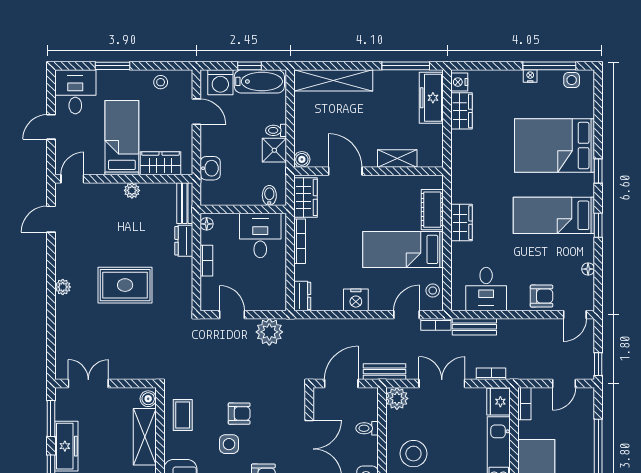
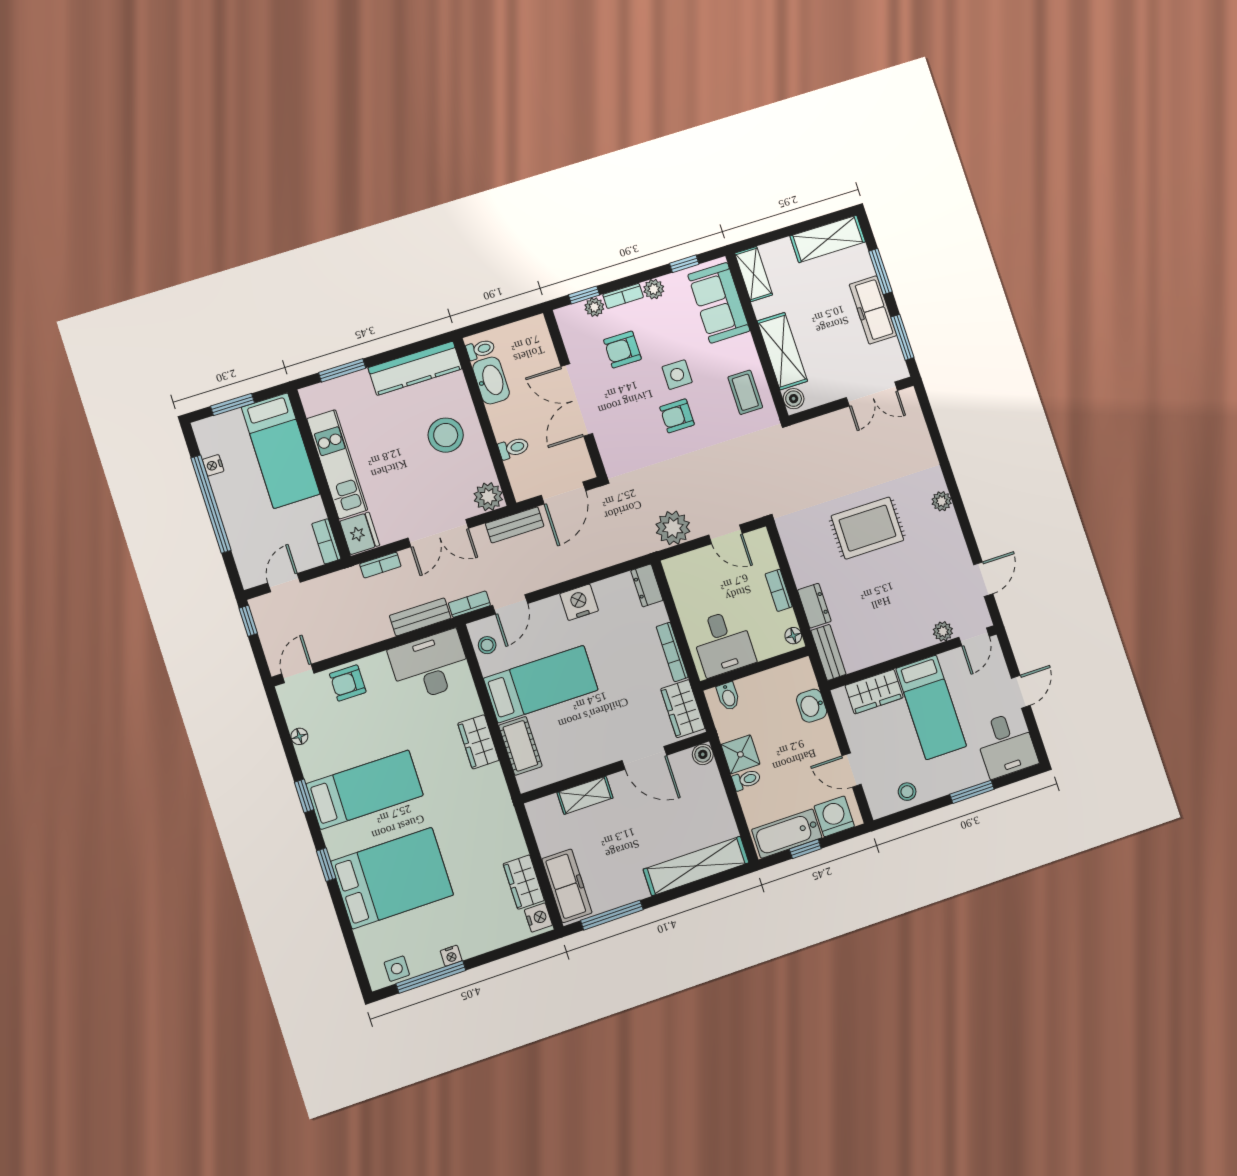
plant: (132, 190) -> (943, 631), moved
desk: (486, 289) -> (430, 666), width x1.37

